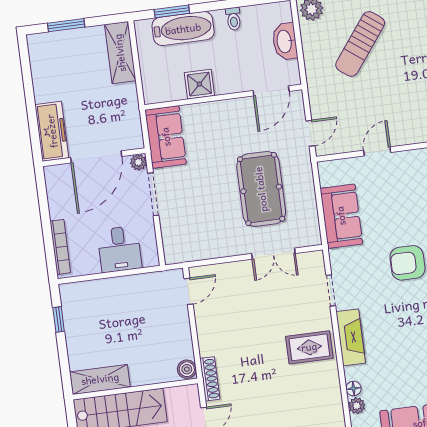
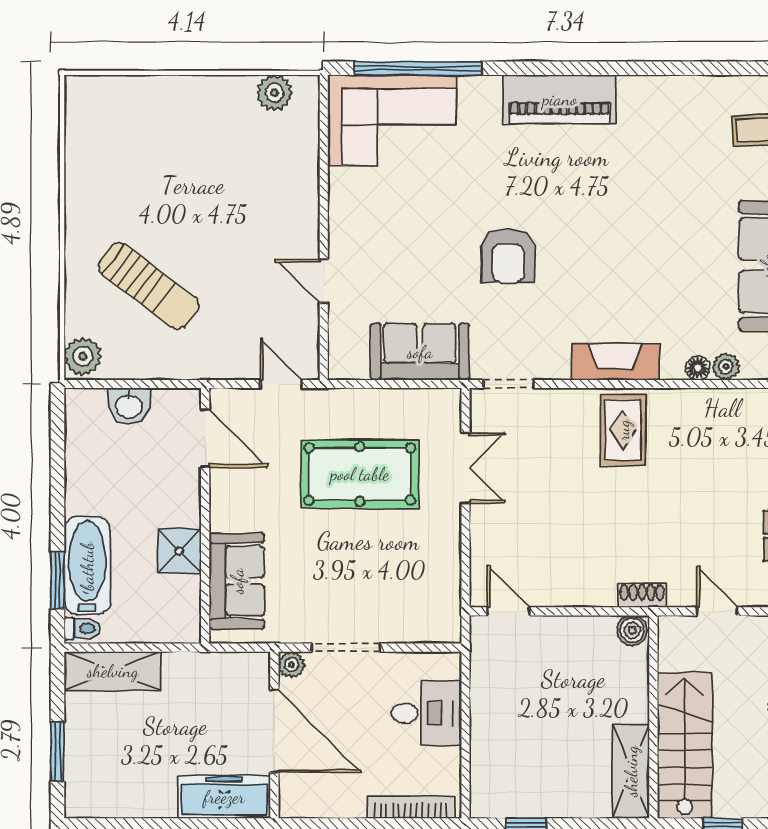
toilet: (234, 19) -> (82, 628), moved
washbasin: (285, 41) -> (129, 406), width x0.72
sofa: (166, 137) -> (237, 581), moved, turned 90
doorway: (331, 290) -> (509, 384), moved
shoe rack: (210, 379) -> (642, 596), width x0.70

